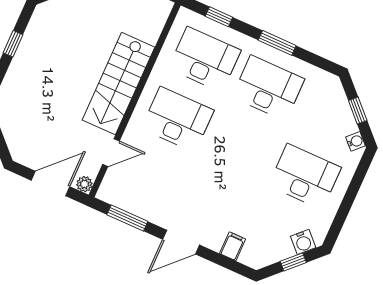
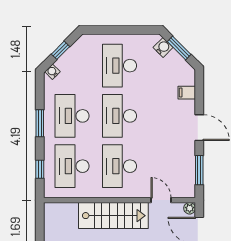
water cooler: (355, 141) -> (52, 72), moved
desk: (241, 148) -> (120, 116), added
window: (293, 262) -> (179, 48), width x1.50

